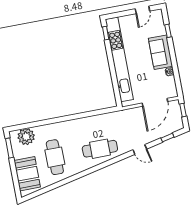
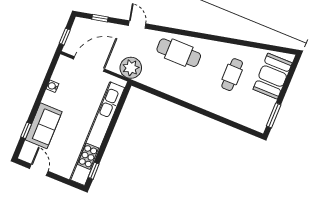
door: (142, 10) -> (39, 170), hinge flipped
sofa: (160, 52) -> (44, 126), moved
plant: (26, 137) -> (131, 68), moved
cafe table: (55, 157) -> (232, 75), width x0.73, depth x0.74

